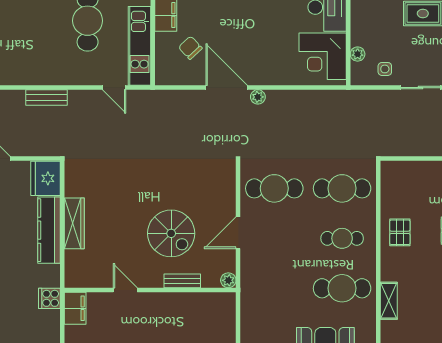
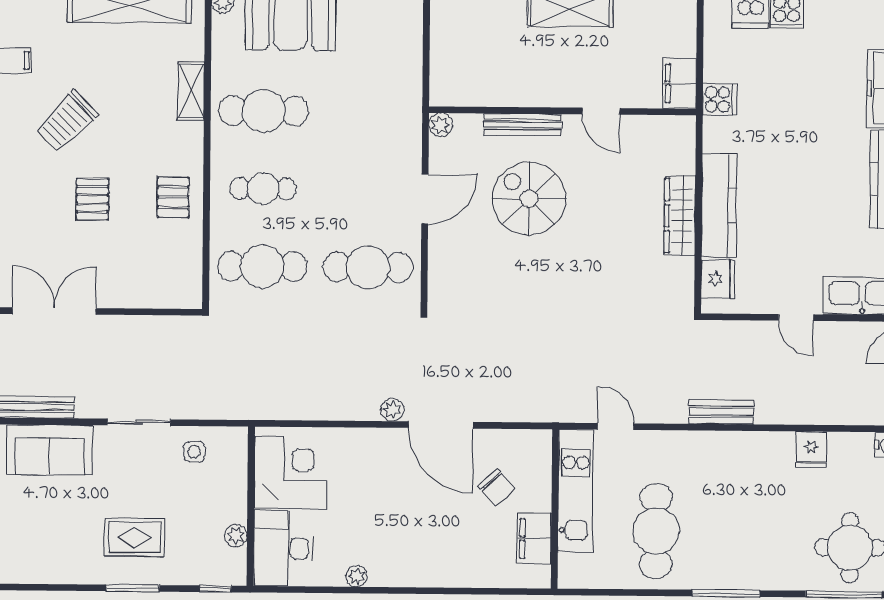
plant: (358, 54) -> (236, 536), moved
fridge: (46, 178) -> (718, 279), width x0.73, depth x0.75
bench: (182, 281) -> (523, 125), width x1.36

